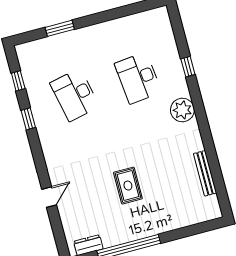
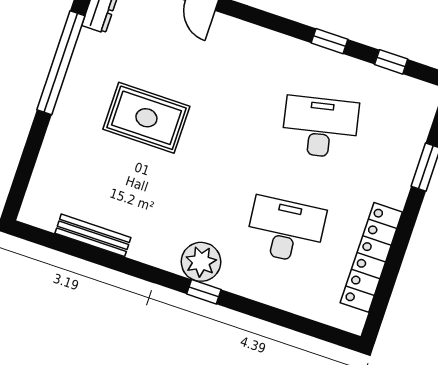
locker: (123, 26) -> (371, 257), added
window: (188, 67) -> (204, 292), moved
rug: (128, 186) -> (146, 118), width x1.36, depth x1.43

